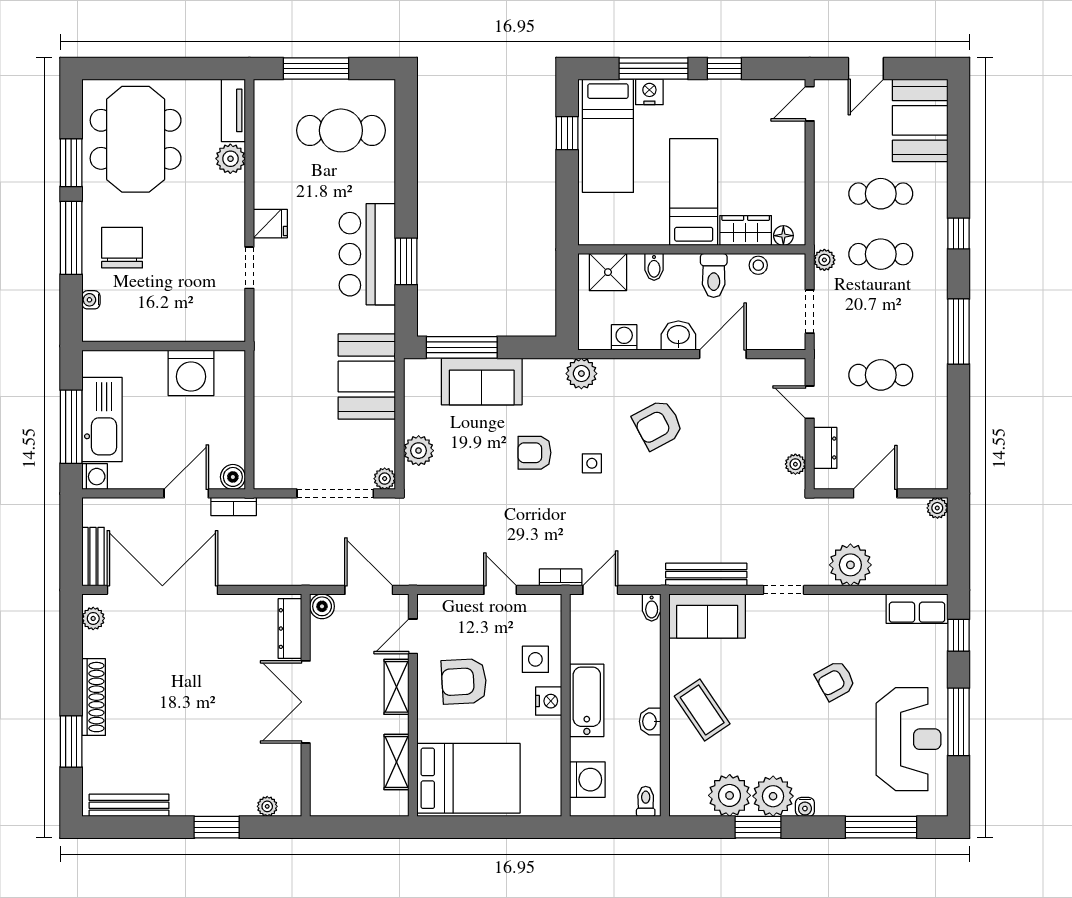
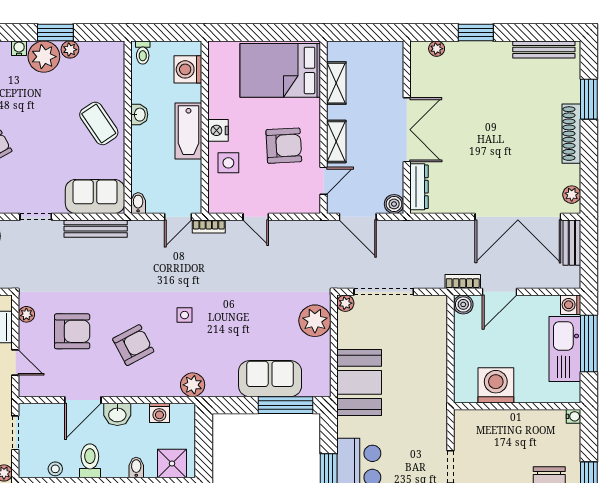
water cooler: (91, 300) -> (573, 416), moved
plant: (419, 451) -> (315, 321), width x1.36, depth x1.36
armchair: (535, 453) -> (72, 331), moved, width x1.38, depth x1.38
plant: (730, 795) -> (70, 50), width x0.53, depth x0.53

